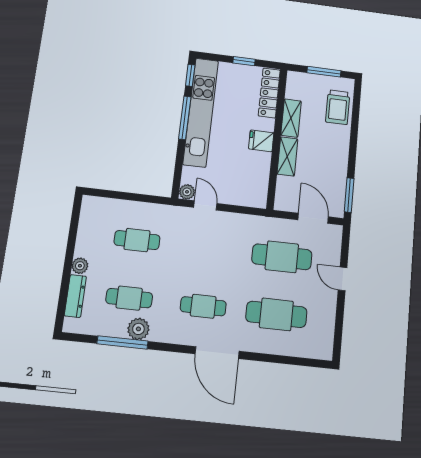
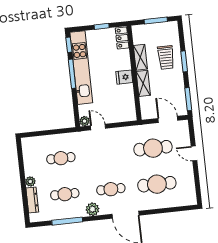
locker: (269, 93) -> (122, 38), width x0.66
trolley: (338, 107) -> (166, 57), moved
window: (354, 139) -> (184, 61), added
plant: (138, 329) -> (92, 209), moved

